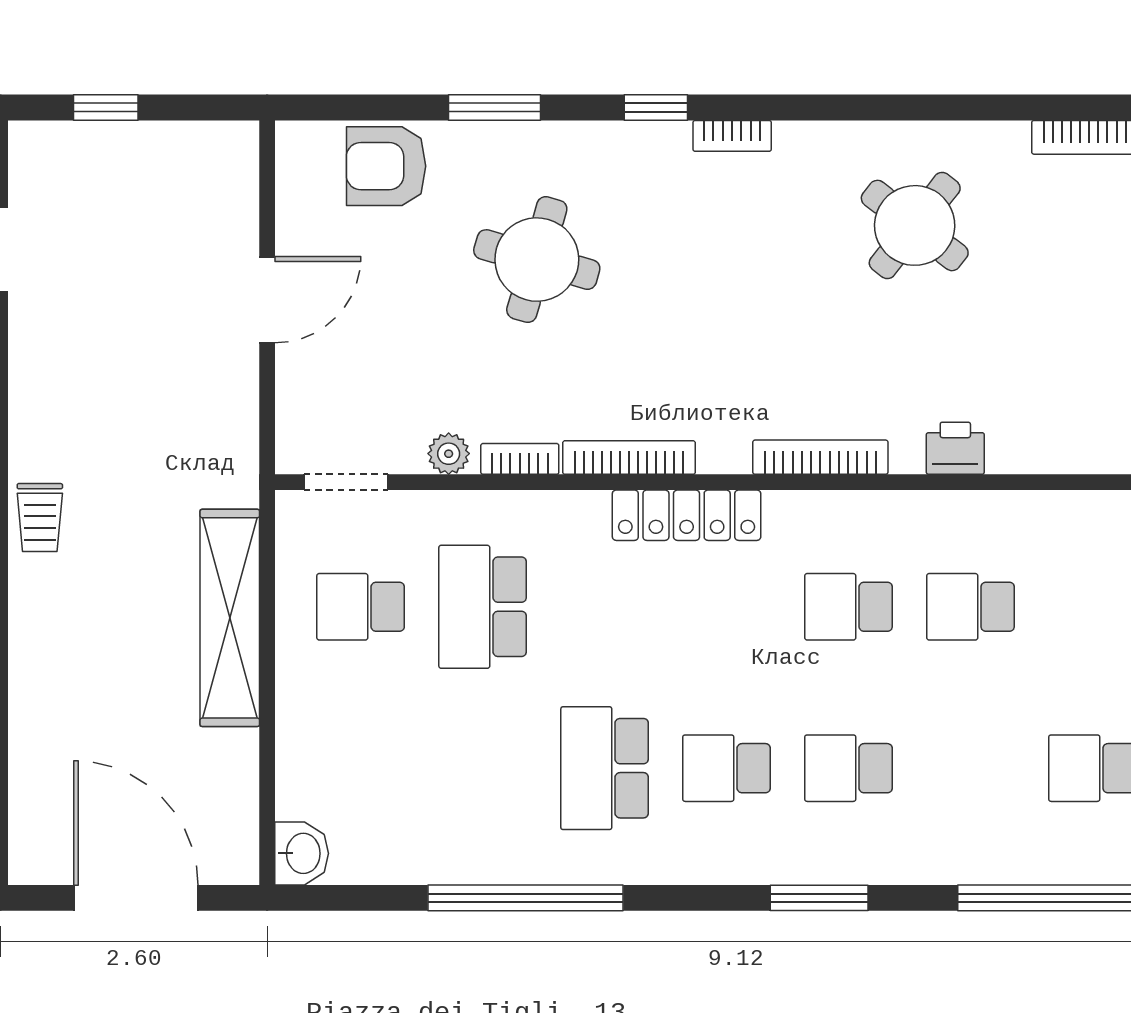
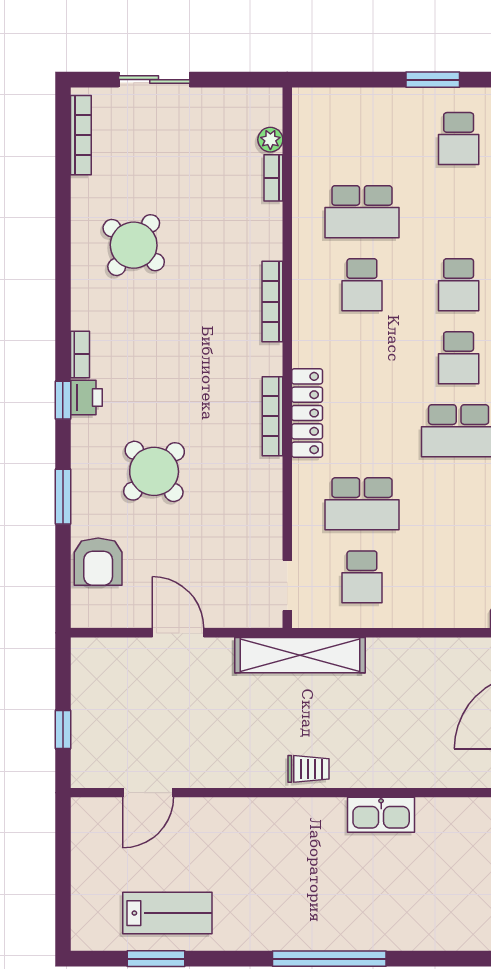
round table: (537, 260) -> (154, 471), turned 31
printer: (955, 448) -> (86, 397), moved, turned 180
plant: (449, 454) -> (270, 140), moved
bookcase: (520, 459) -> (273, 178), moved
locker: (687, 515) -> (307, 413), moved
school desk: (971, 607) -> (362, 212), width x1.85
shelving: (230, 618) -> (300, 655), moved

